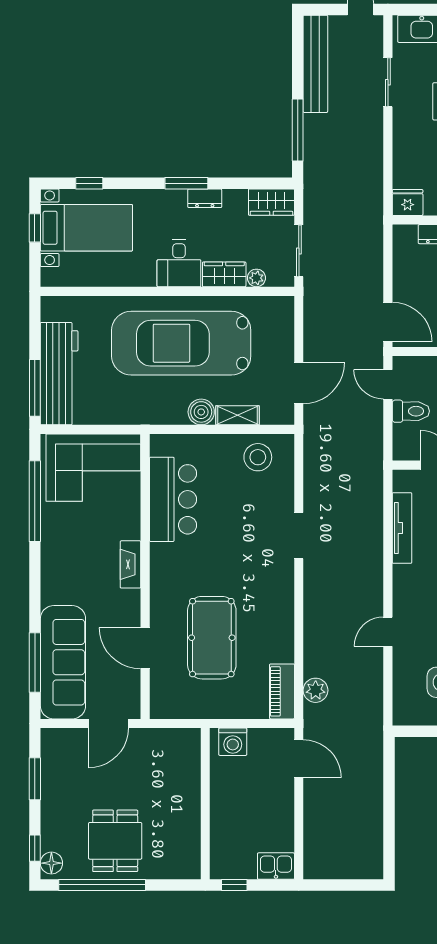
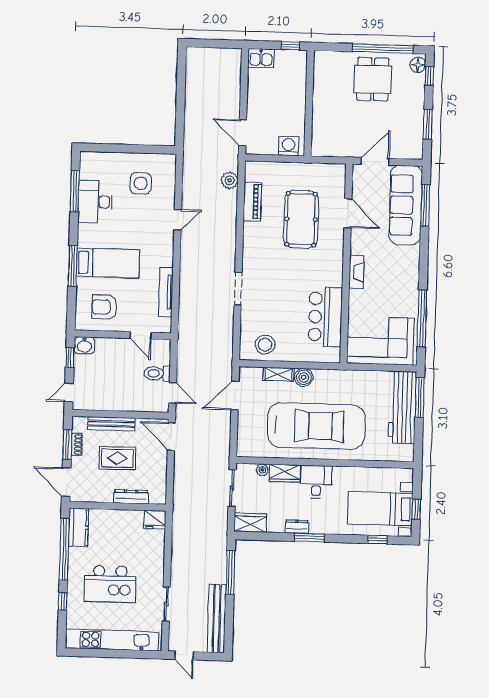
piano: (282, 691) -> (252, 202), moved

